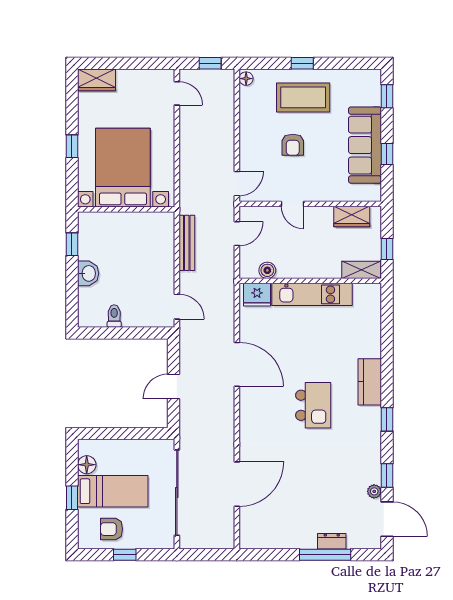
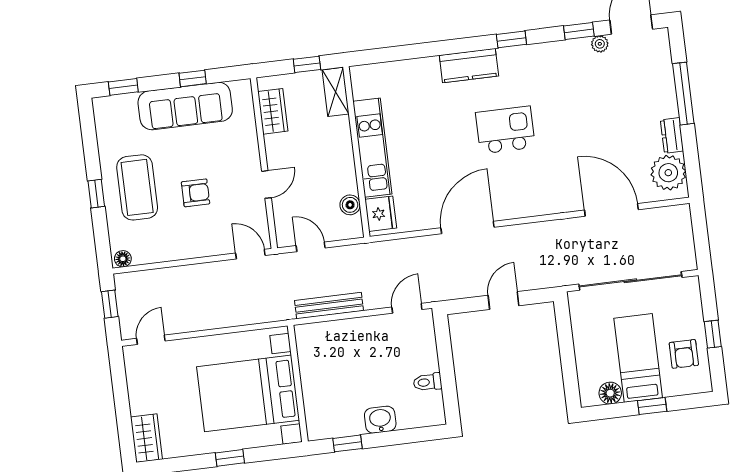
door: (173, 387) -> (504, 301), swing flipped
plant: (262, 535) -> (668, 173), added
dresser: (332, 541) -> (672, 135), moved

